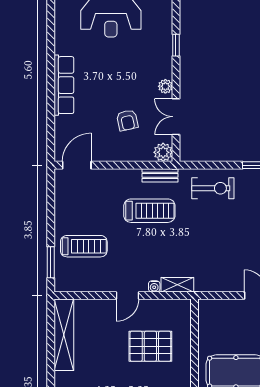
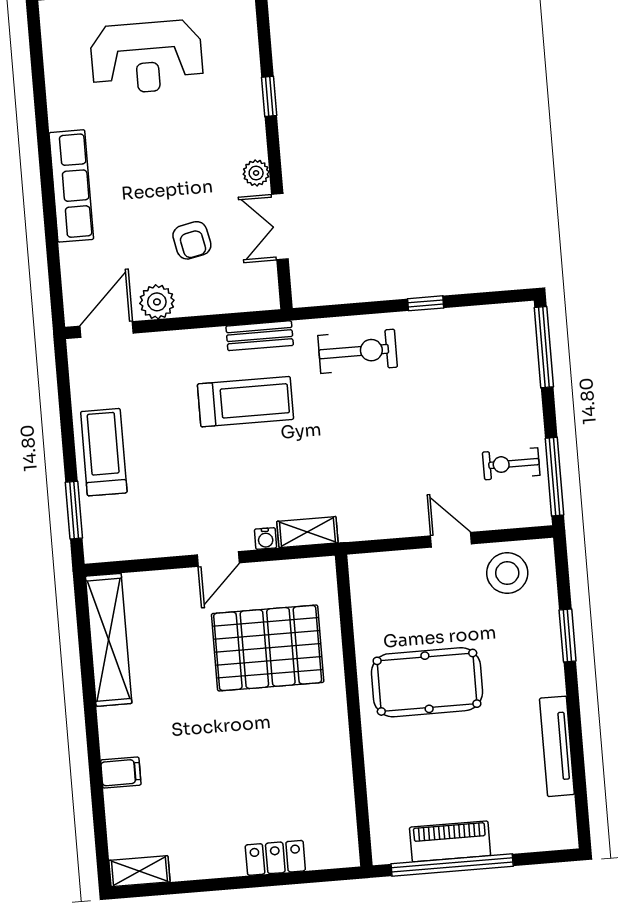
plant: (163, 152) -> (157, 302), moved
treadmill: (84, 246) -> (104, 452), moved, turned -90
pallet: (150, 346) -> (268, 648), width x1.37, depth x1.41

